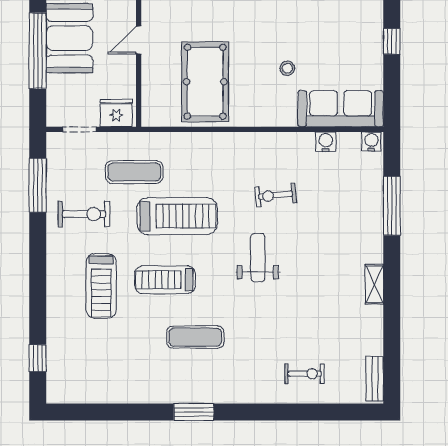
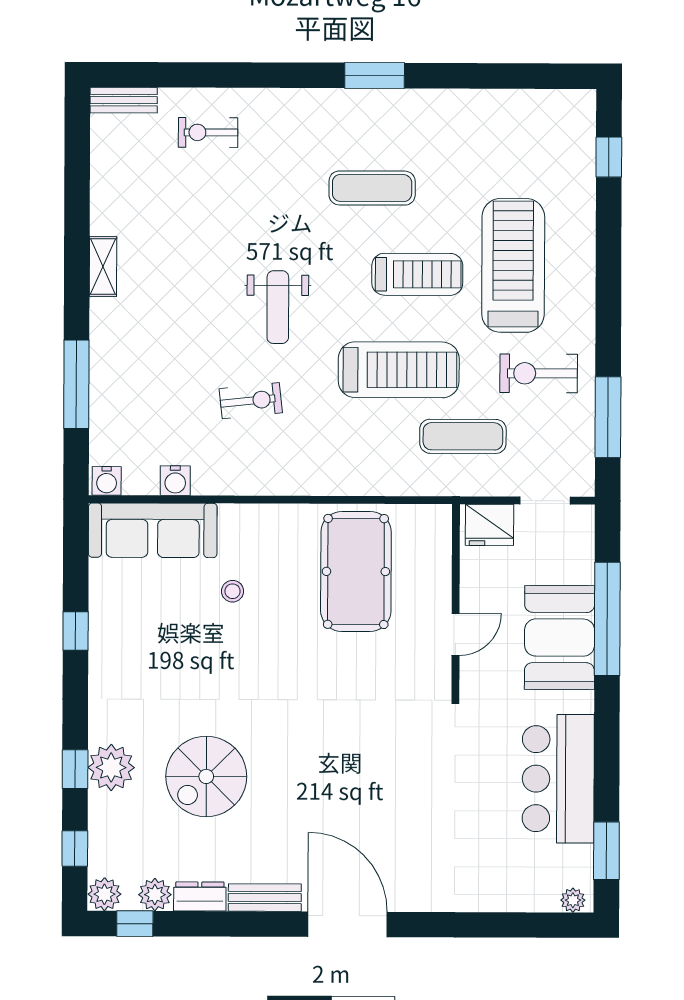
treadmill: (177, 216) -> (399, 370), turned 180
treadmill: (101, 286) -> (513, 265), width x1.37, depth x1.38
bench: (375, 379) -> (124, 100), moved, turned 90

